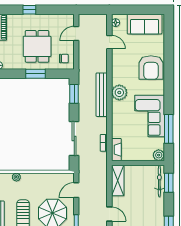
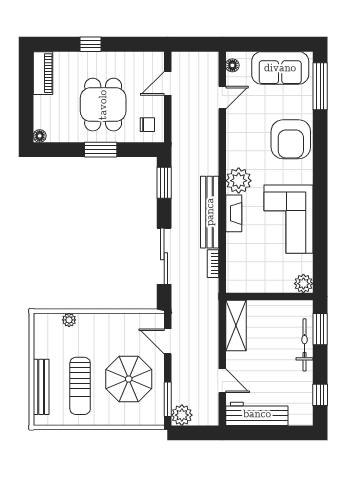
door: (109, 42) -> (222, 98), hinge flipped
bench: (102, 95) -> (210, 212), moved
window: (169, 129) -> (320, 86), moved
fireplace: (116, 150) -> (234, 213), moved
bicycle: (159, 181) -> (305, 345), moved
door: (76, 190) -> (168, 341), hinge flipped

